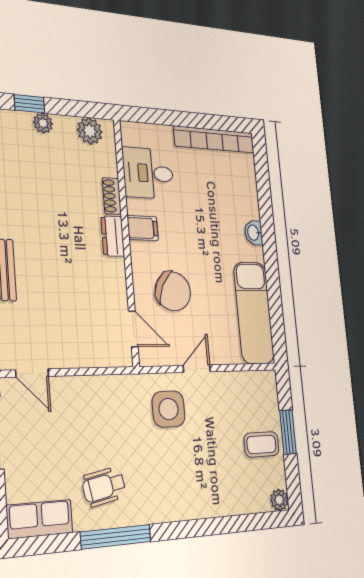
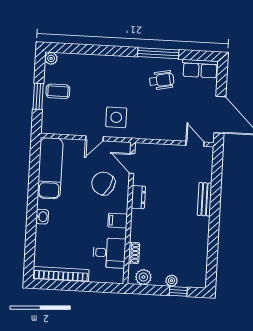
shoe rack: (112, 196) -> (134, 253), moved
dresser: (113, 236) -> (138, 197), moved

